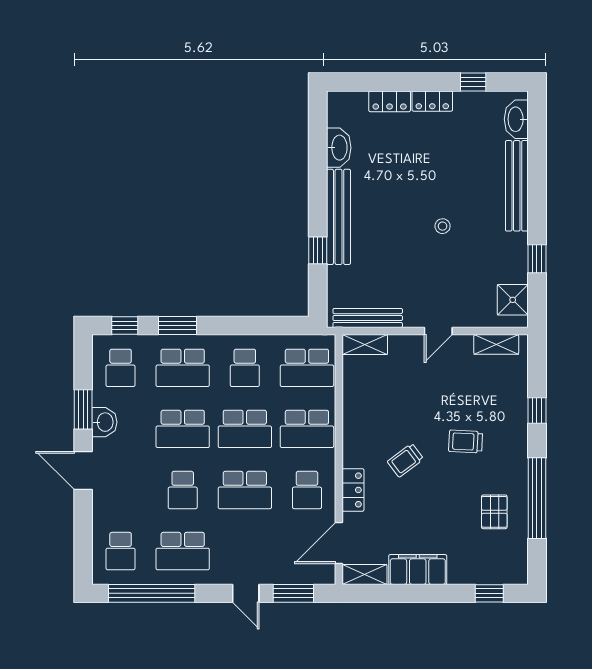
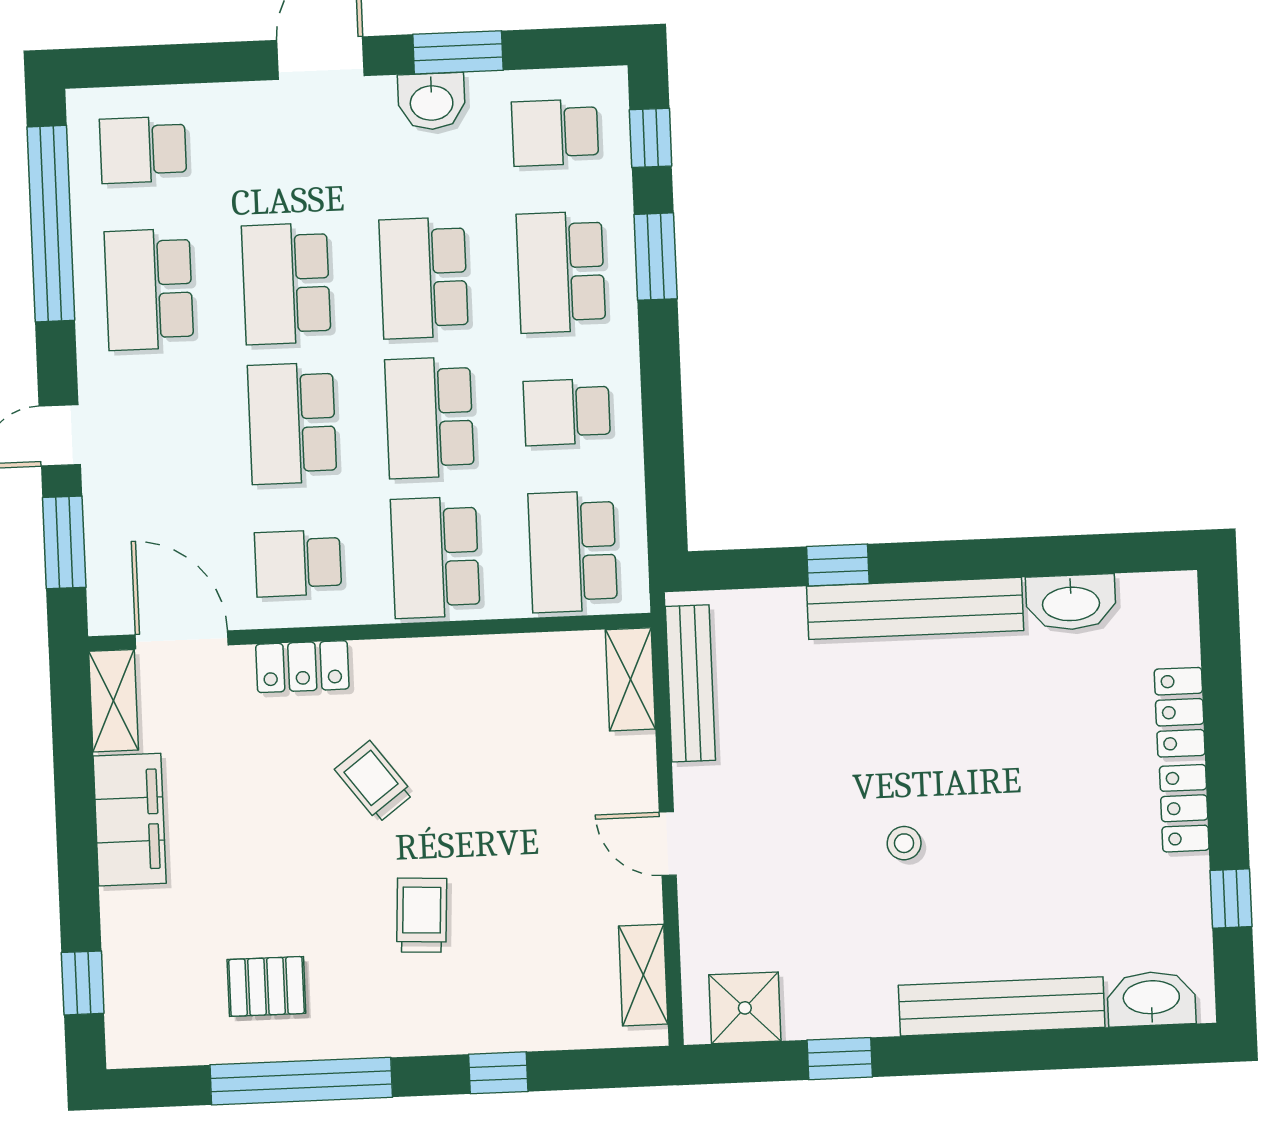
school desk: (183, 490) -> (286, 284), width x1.85

